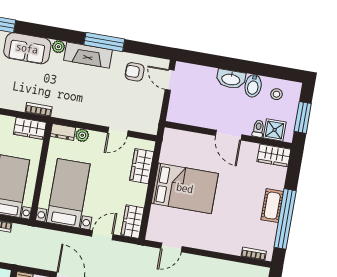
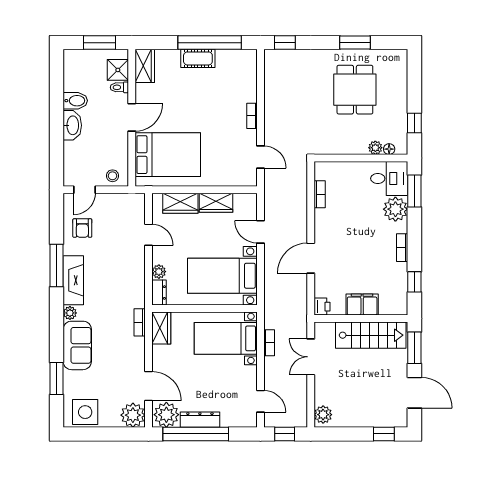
stool: (276, 94) -> (112, 176), moved
bed: (185, 188) -> (168, 155), moved, turned 90
wardrobe: (133, 222) -> (216, 203), moved
bookcase: (254, 254) -> (252, 116), moved

